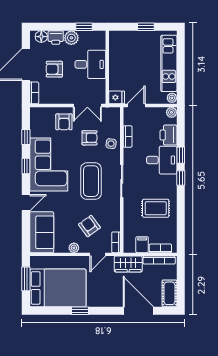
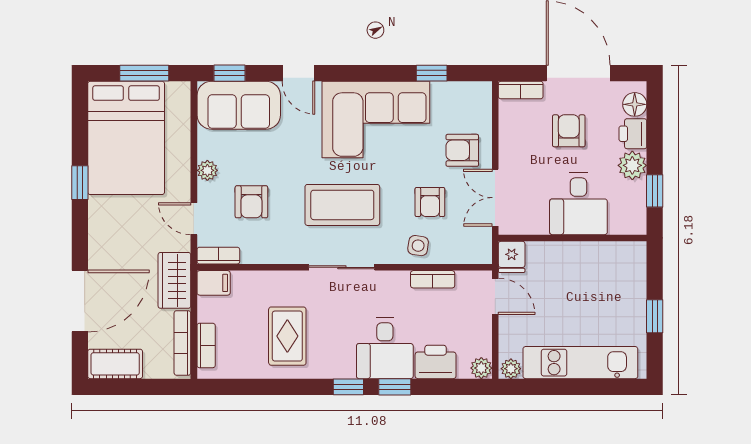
window: (26, 166) -> (229, 73), moved
armchair: (89, 226) -> (251, 202), turned 126
filing cabinet: (142, 245) -> (214, 283), moved

